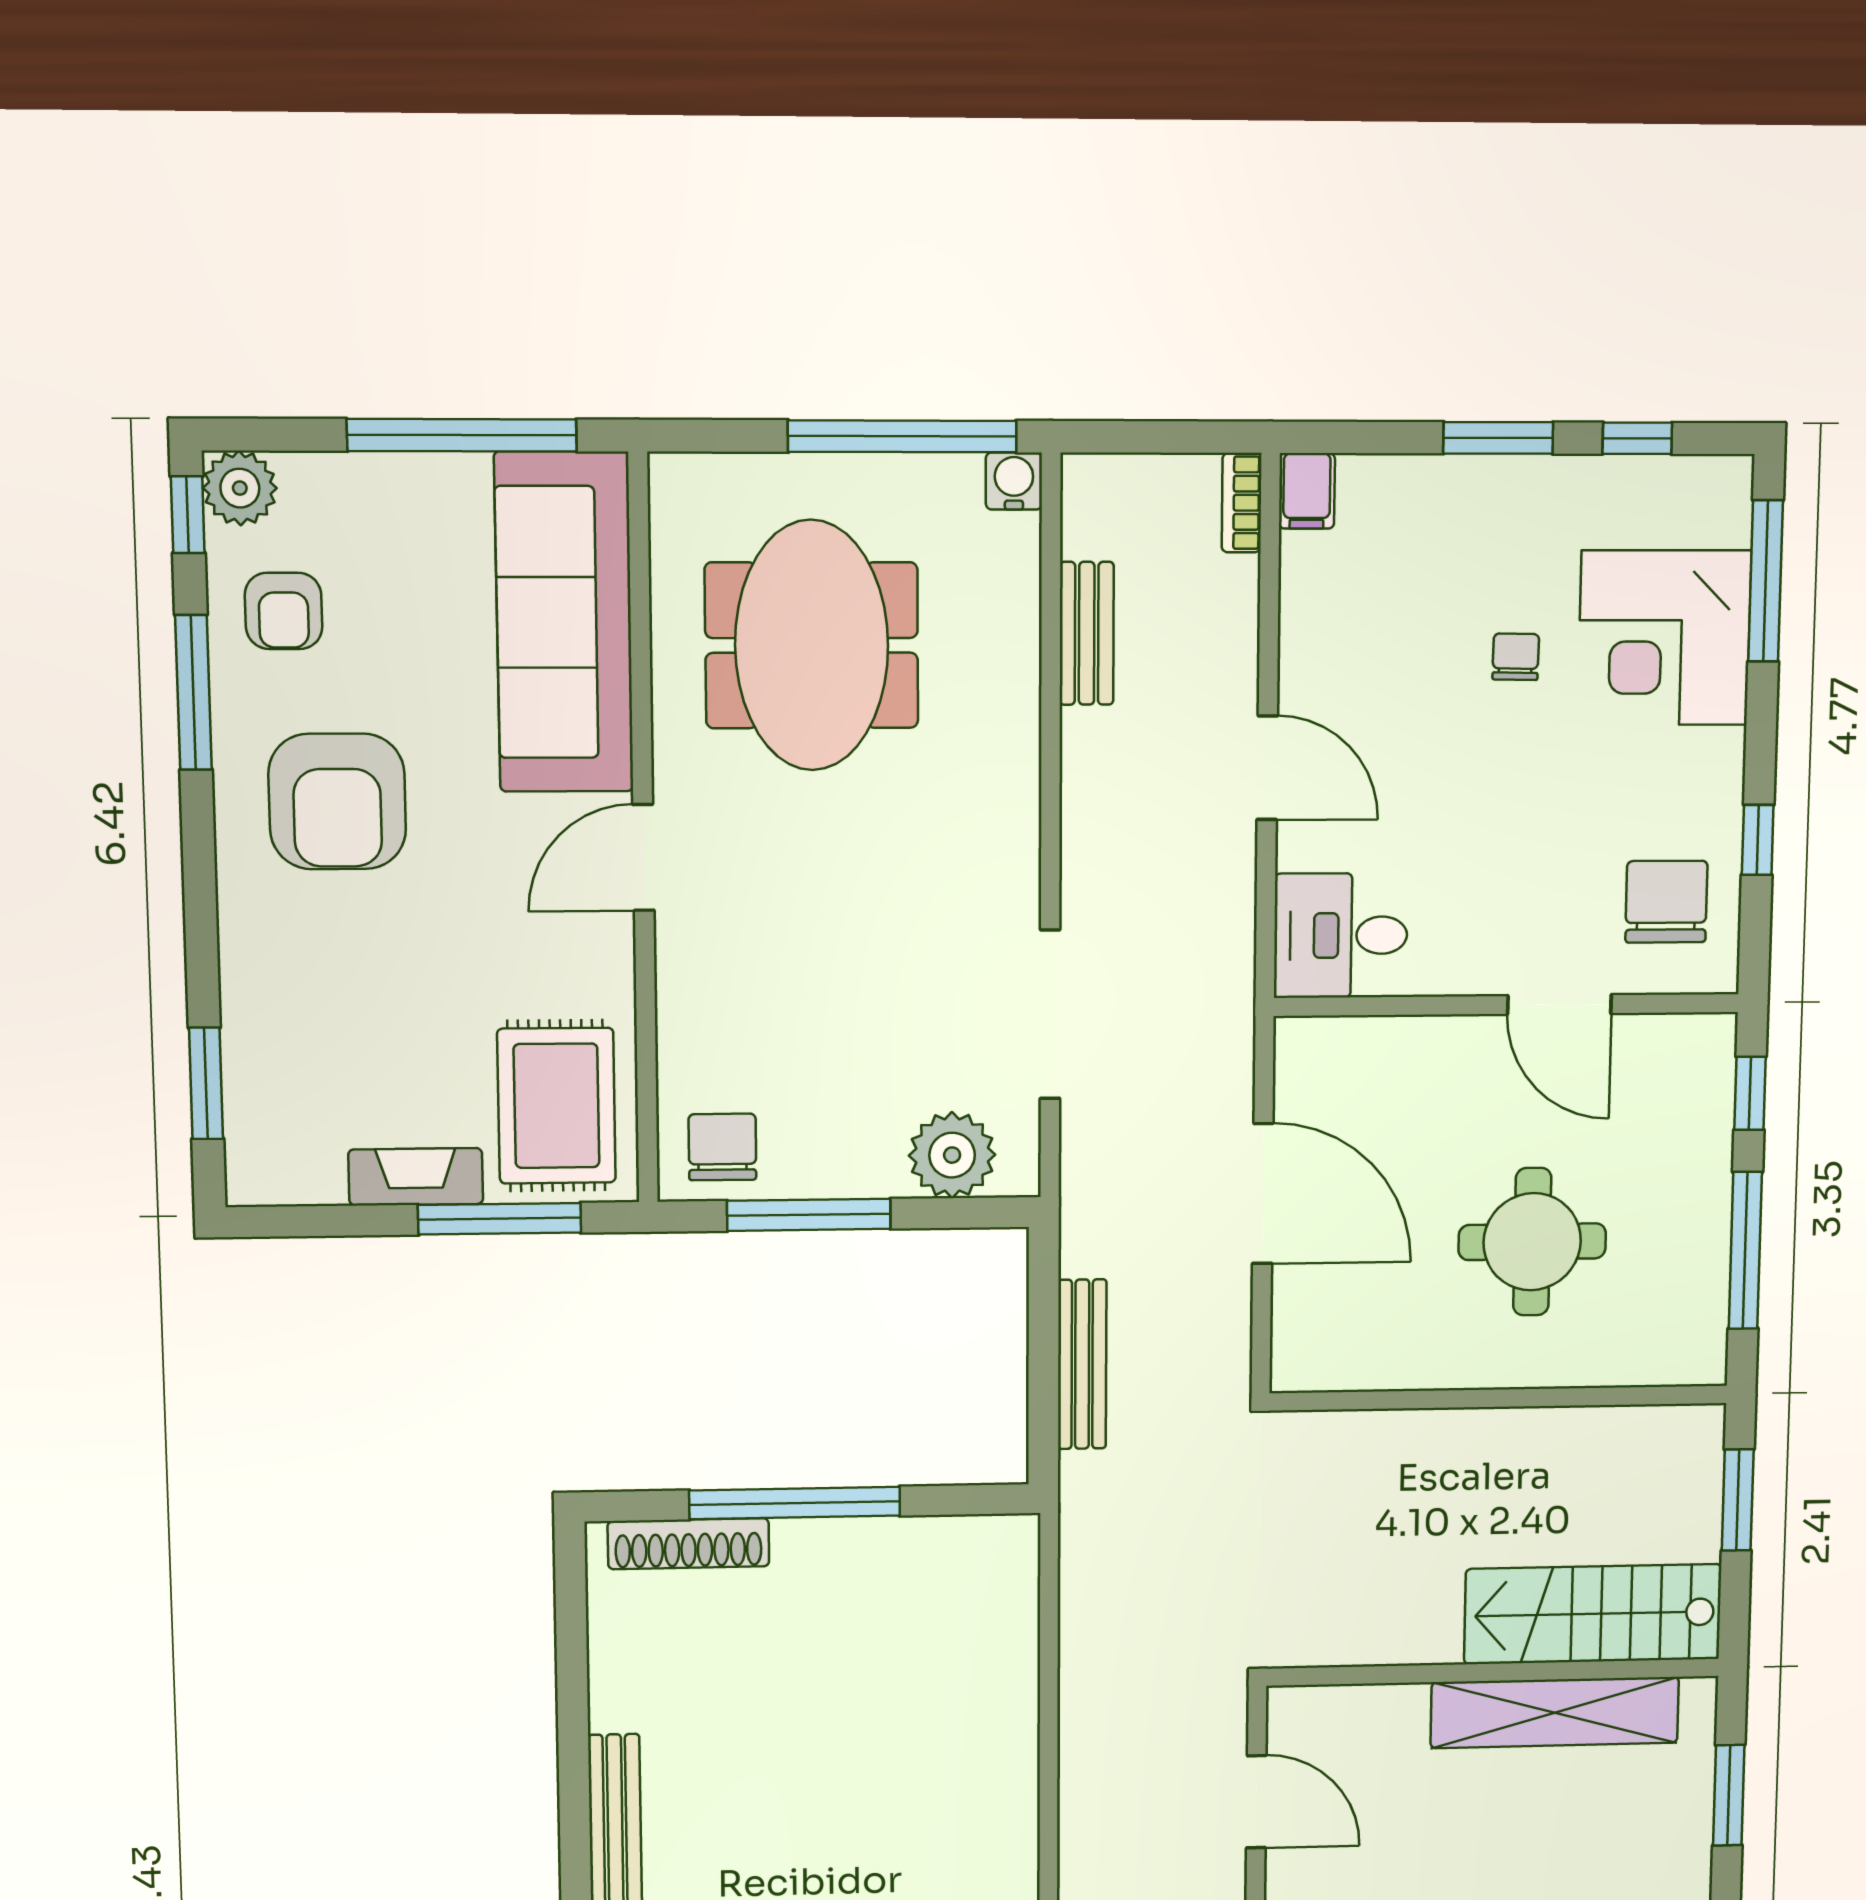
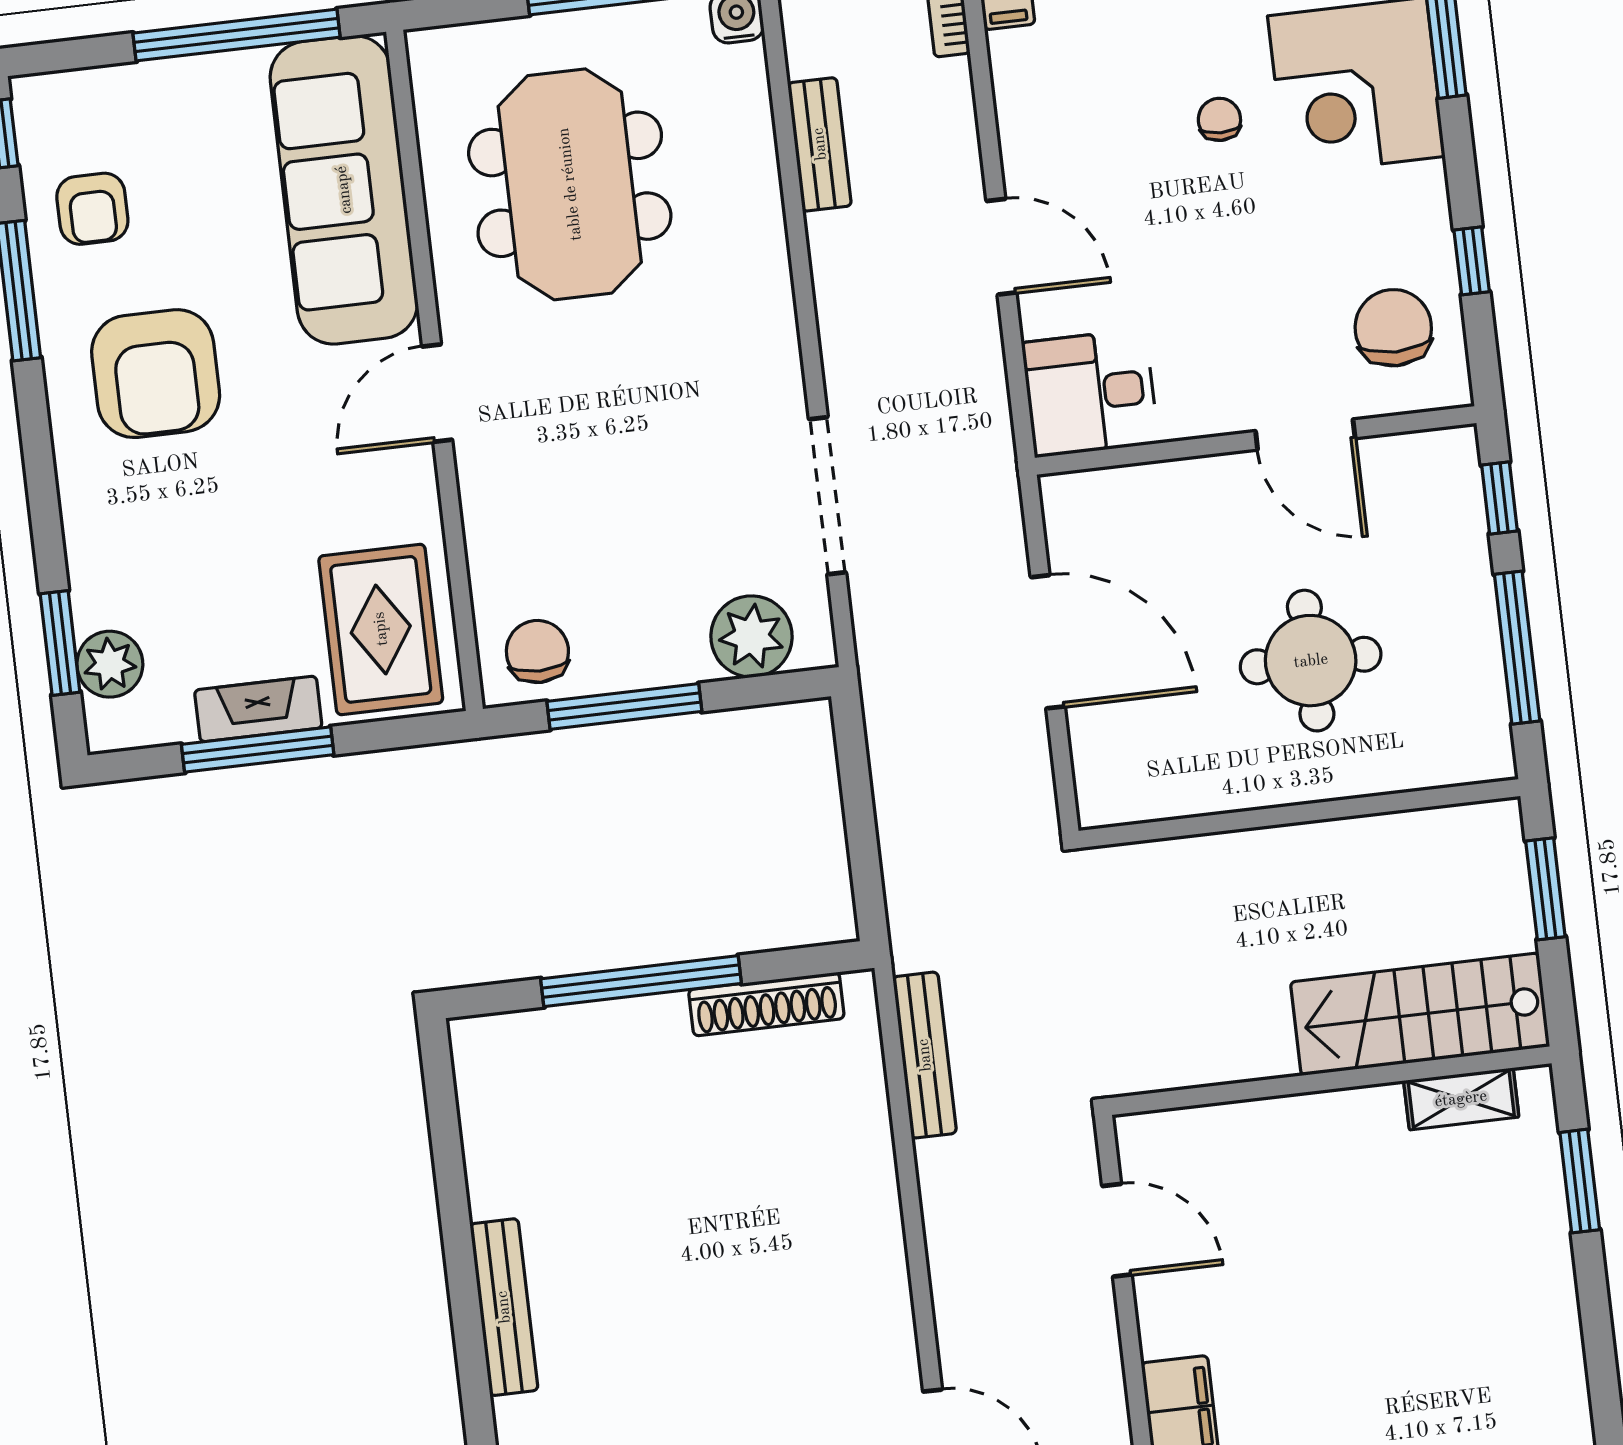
plant: (240, 488) -> (110, 664), moved
window: (500, 1219) -> (258, 750), moved
bench: (1082, 1364) -> (925, 1055), moved
shoe rack: (688, 1544) -> (766, 1004), moved
shelving: (1555, 1713) -> (1461, 1099), width x0.45, depth x0.75

